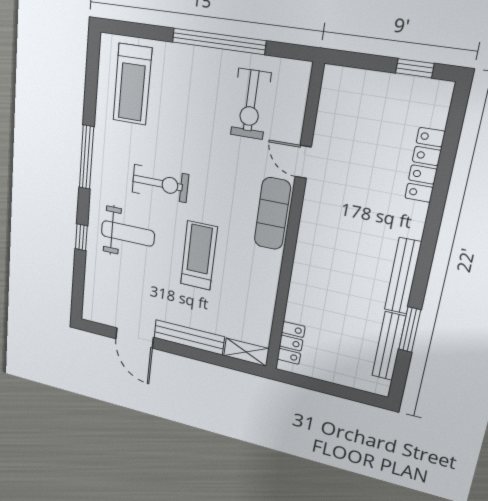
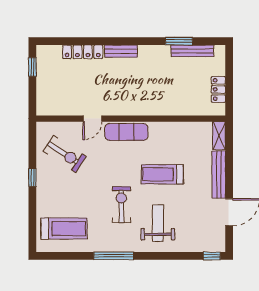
window: (219, 41) -> (32, 177), width x0.32
exercise bike: (251, 104) -> (65, 154), turned 33
window: (81, 237) -> (212, 256), moved
bench: (403, 276) -> (121, 51), moved, width x0.73
locker: (291, 343) -> (218, 89), moved, turned -90

